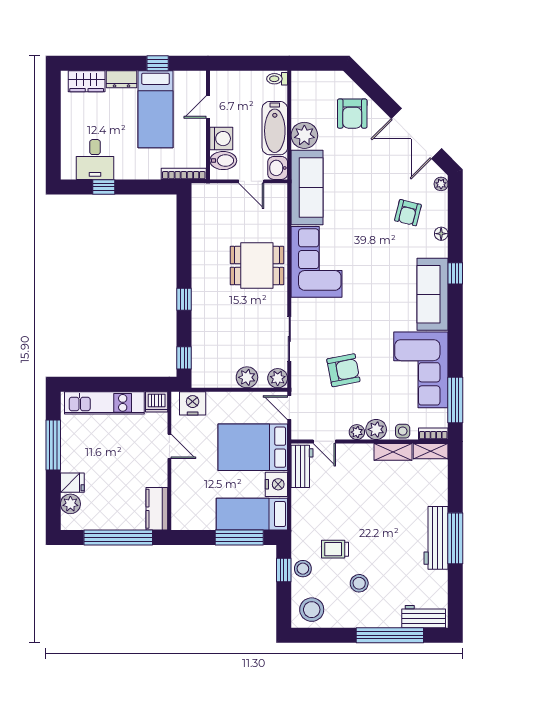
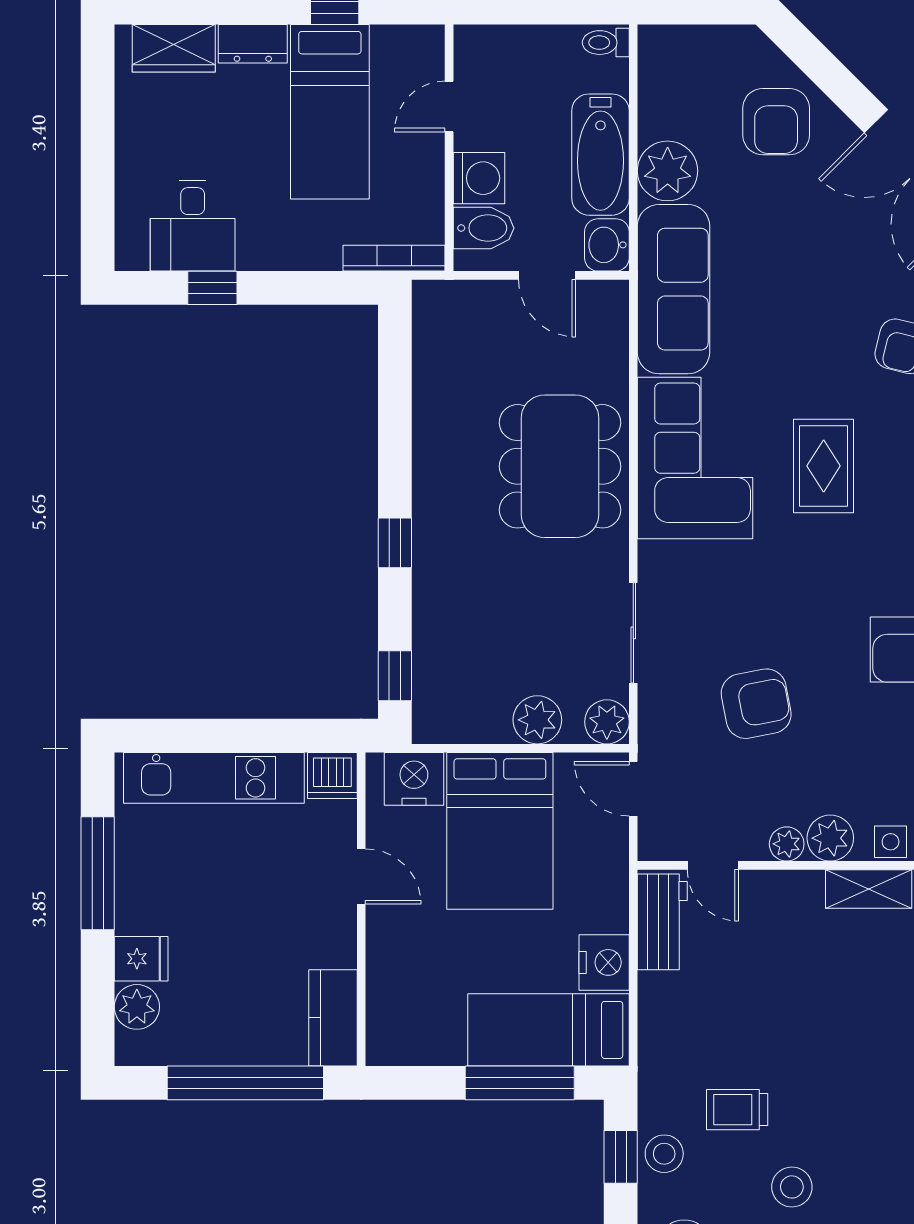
rug: (373, 265) -> (824, 466), added
dining table: (257, 266) -> (560, 466), width x1.37
bed: (253, 447) -> (500, 831), moved, turned -90

